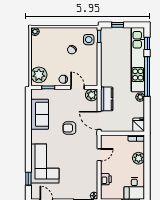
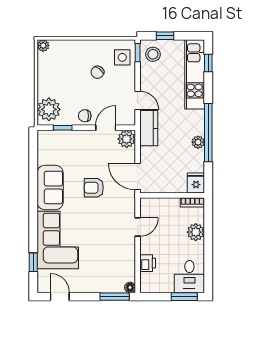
stool: (110, 37) -> (153, 54), added
kitchen unit: (138, 60) -> (195, 74), width x0.73
door: (99, 69) -> (138, 101), added
window: (147, 77) -> (208, 133), moved
door: (77, 87) -> (106, 128), hinge flipped
kitchen counter: (107, 99) -> (149, 128), moved
sofa: (40, 114) -> (50, 188), moved

